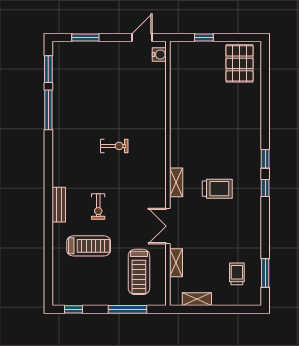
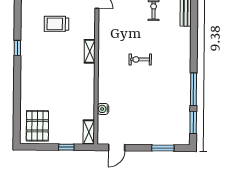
water cooler: (159, 54) -> (103, 109), moved
shelving: (176, 56) -> (89, 132), added
shelving: (176, 182) -> (90, 51), moved
window: (265, 188) -> (18, 24), removed

